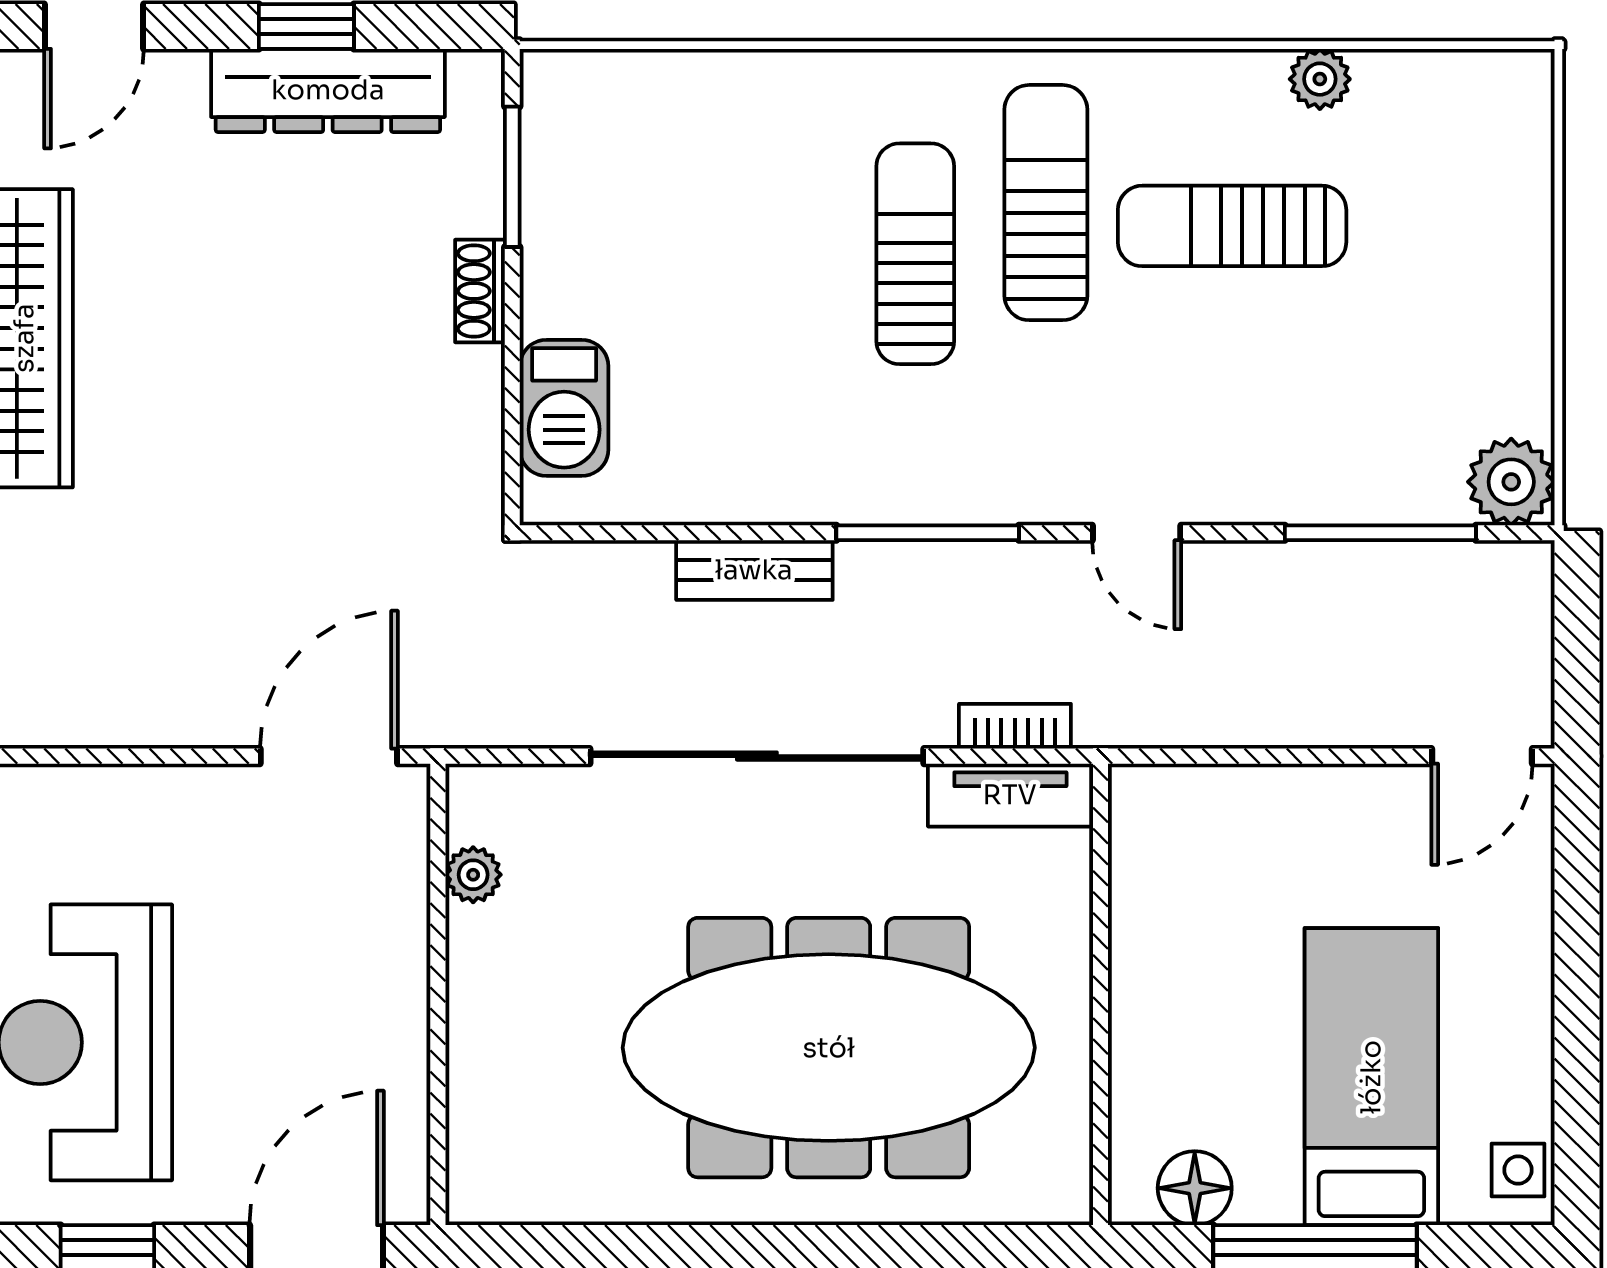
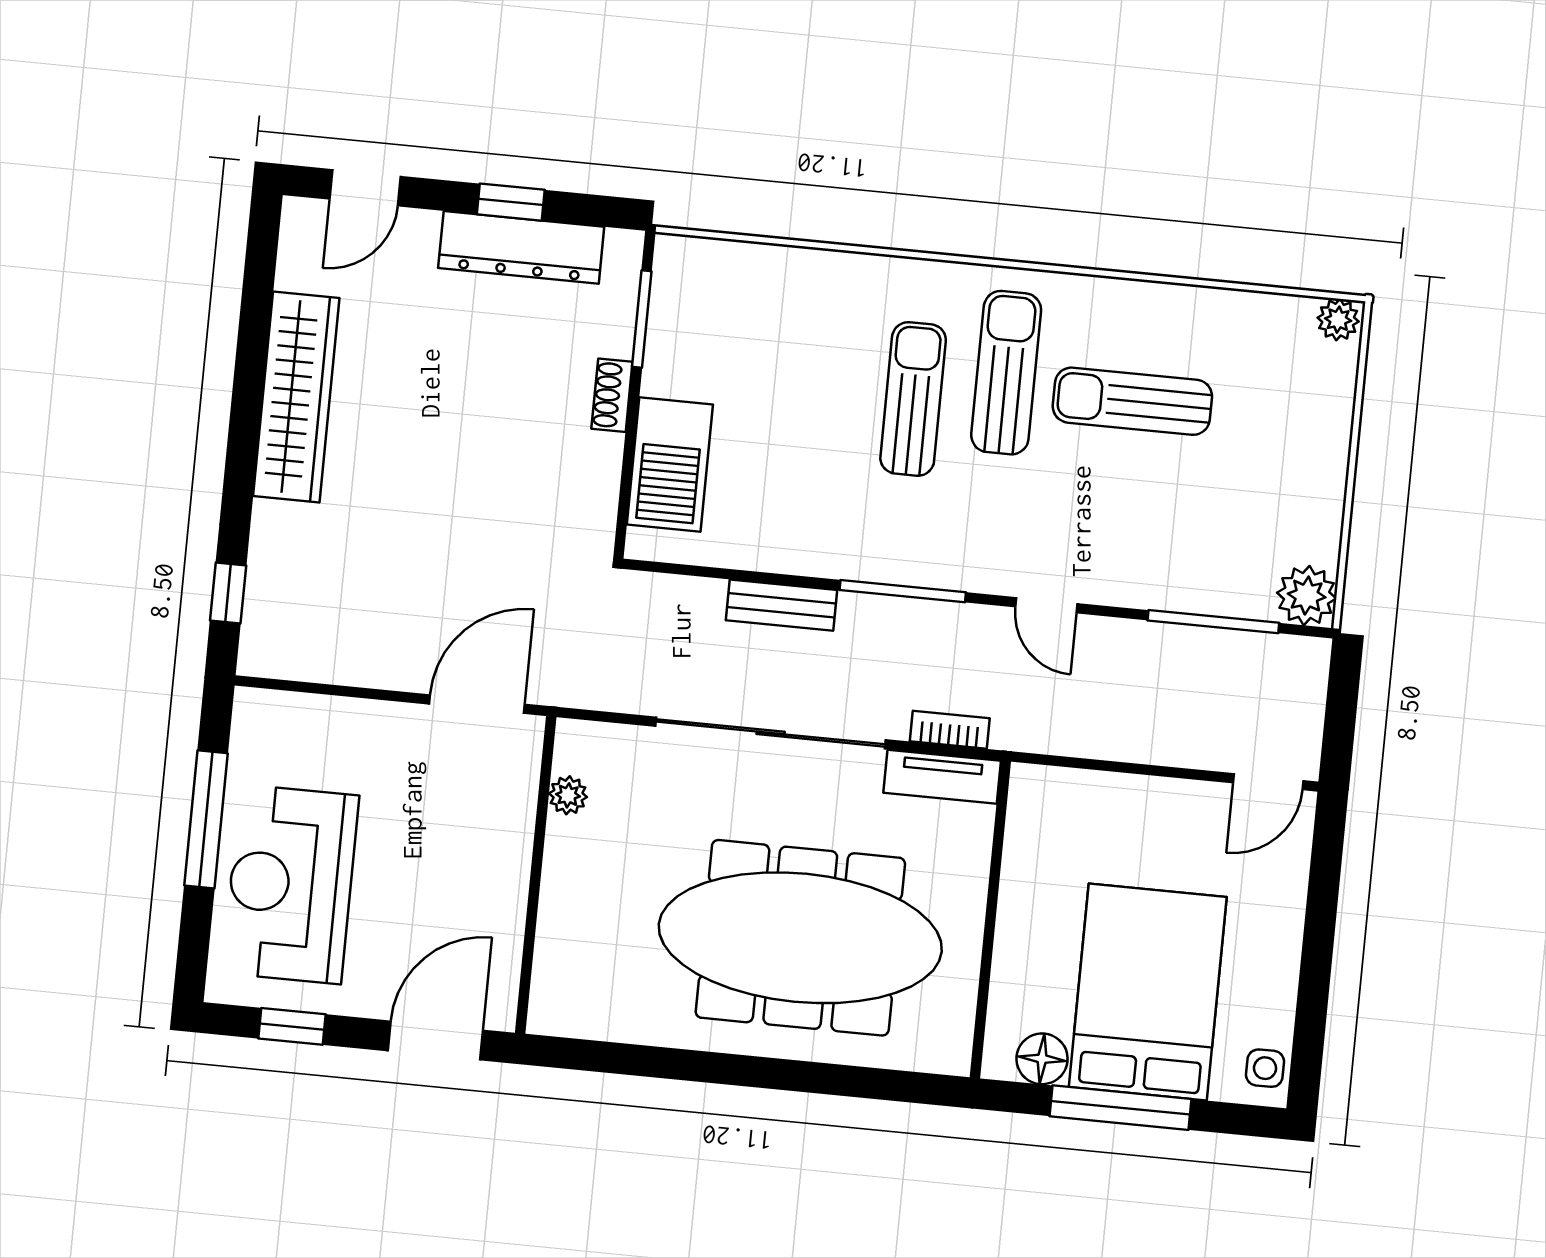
plant: (1320, 79) -> (1338, 320), moved
barbecue: (564, 408) -> (670, 465), width x1.37, depth x1.21
bed: (1371, 1077) -> (1148, 992), width x1.50

